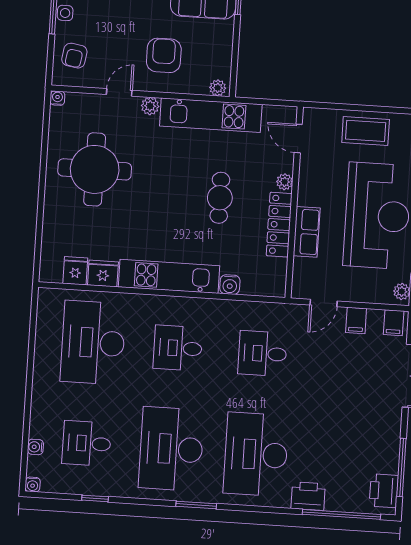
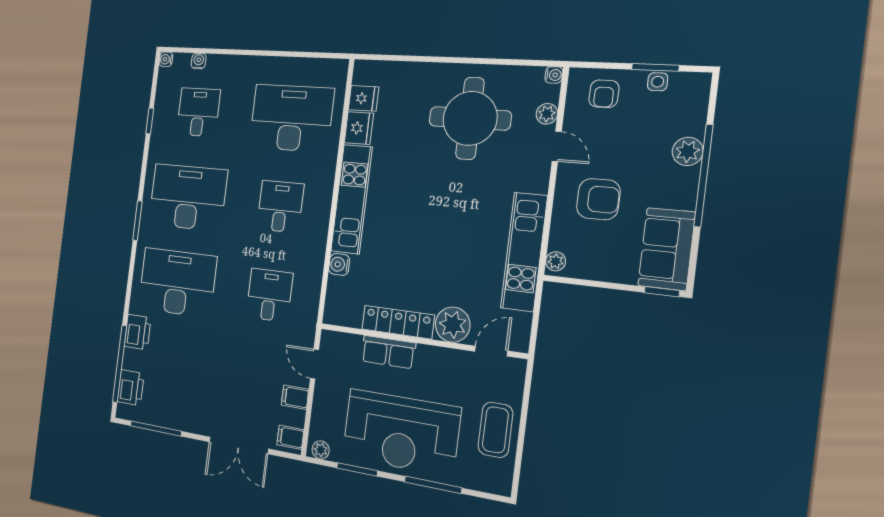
armchair: (74, 56) -> (604, 94), turned -99
plant: (150, 106) -> (547, 114), moved
plant: (285, 182) -> (453, 325), width x1.87, depth x1.87
cafe table: (220, 198) -> (431, 258), removed
printer: (384, 491) -> (131, 388), moved, turned 90

